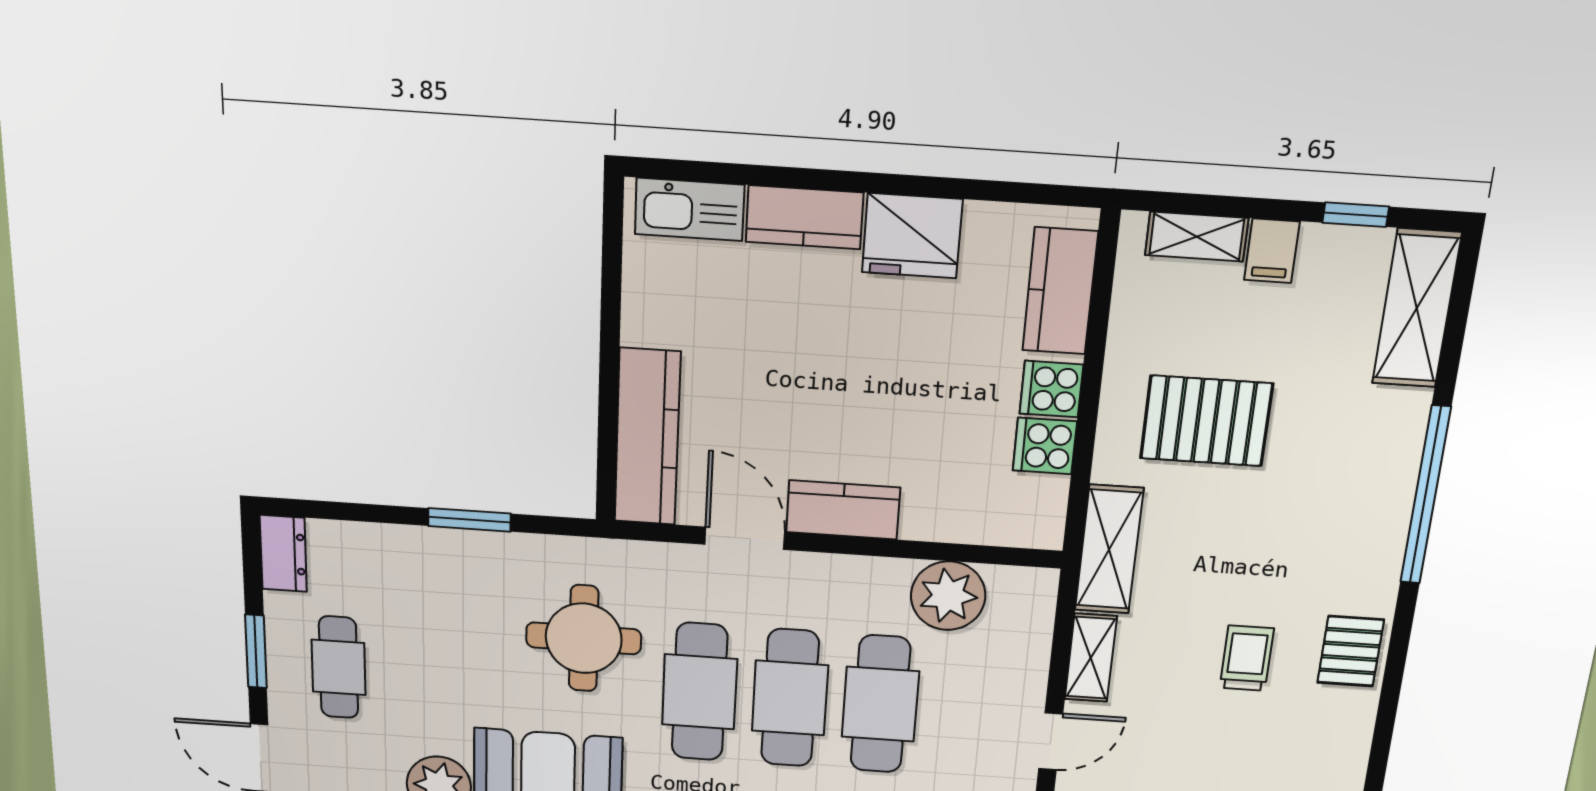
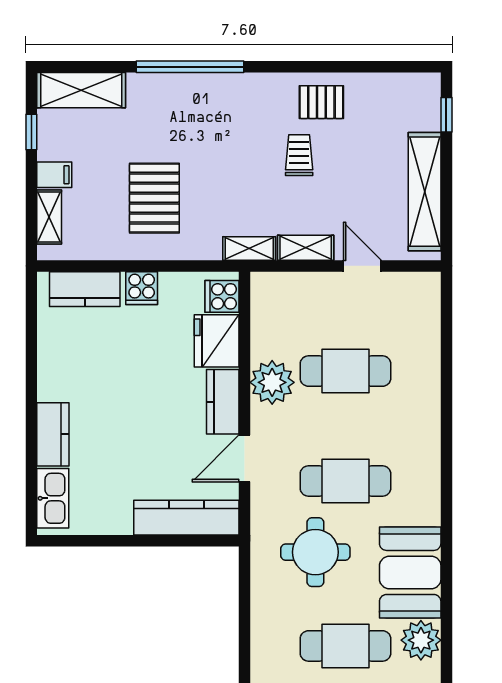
fridge: (912, 236) -> (217, 341), moved, turned 180
cooker: (1045, 446) -> (222, 296), moved, turned 90
window: (469, 520) -> (245, 621), removed
shelving: (1109, 549) -> (249, 249), width x0.67, depth x0.75
plant: (948, 596) -> (272, 382), moved
pallet: (1351, 651) -> (321, 102), moved
trolley: (1247, 658) -> (299, 155), turned 90
cafe table: (790, 698) -> (345, 646), moved

